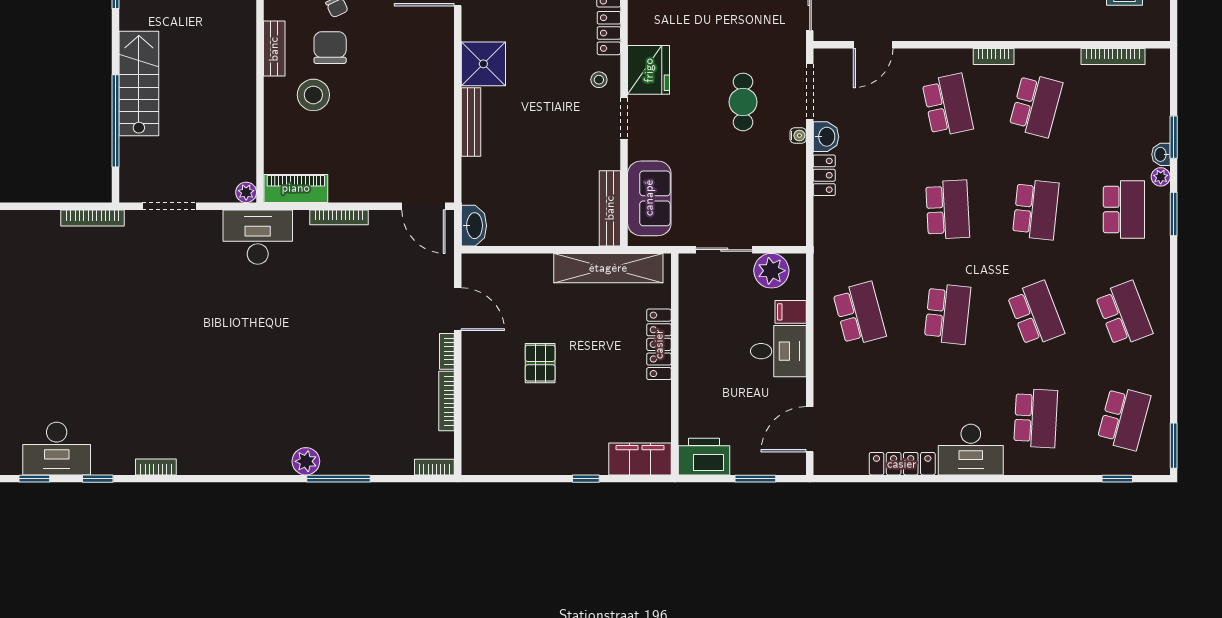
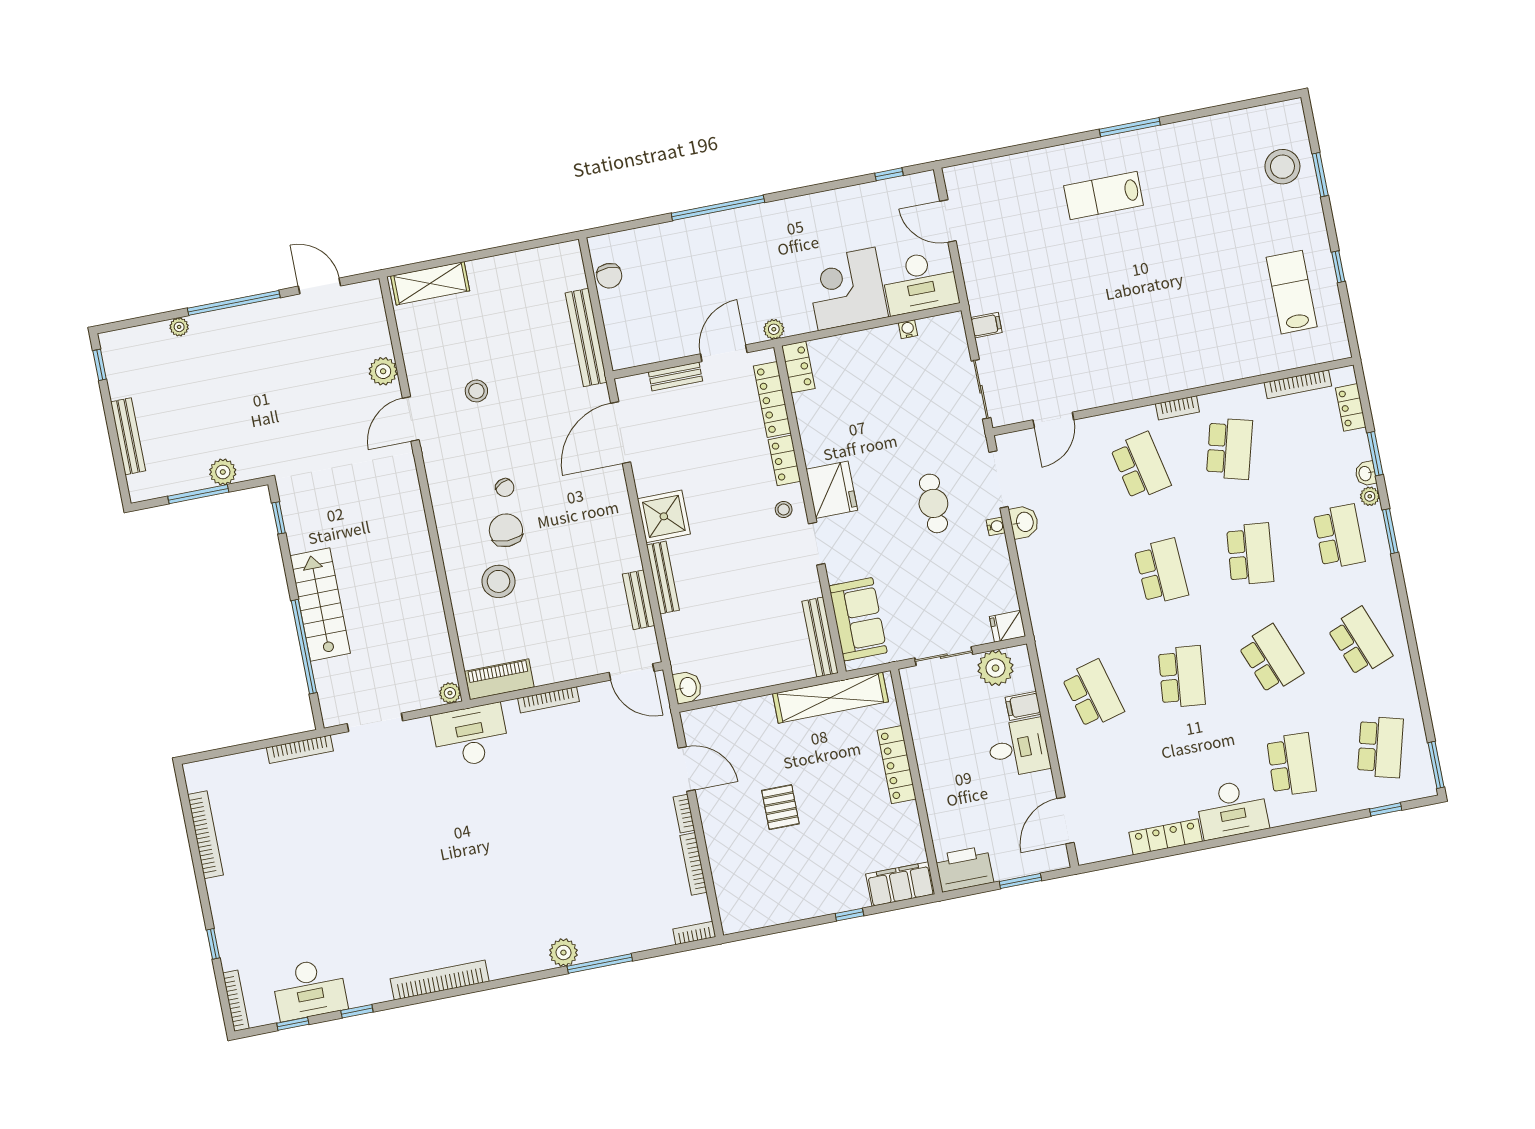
bench: (274, 49) -> (639, 600), moved
locker: (824, 175) -> (1351, 407), moved, turned 180
washbasin: (474, 226) -> (687, 687), width x0.72
fridge: (791, 233) -> (1007, 626), added
bookcase: (156, 467) -> (440, 980), width x2.31, depth x1.31

